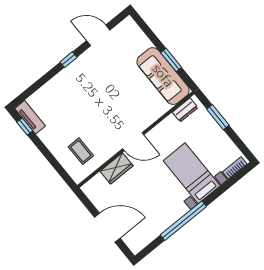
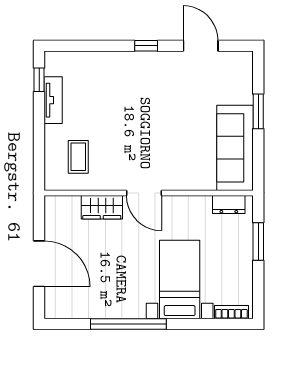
window: (171, 60) -> (258, 111), moved
tv unit: (30, 117) -> (53, 100), moved

